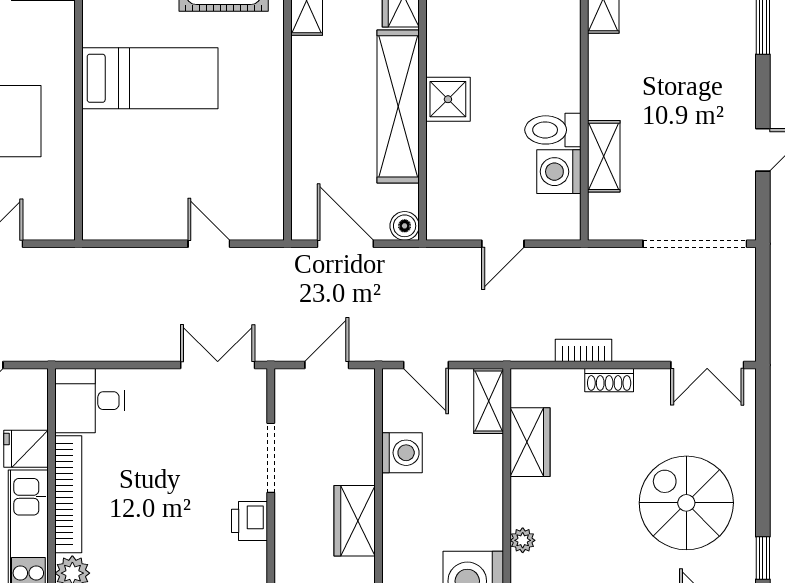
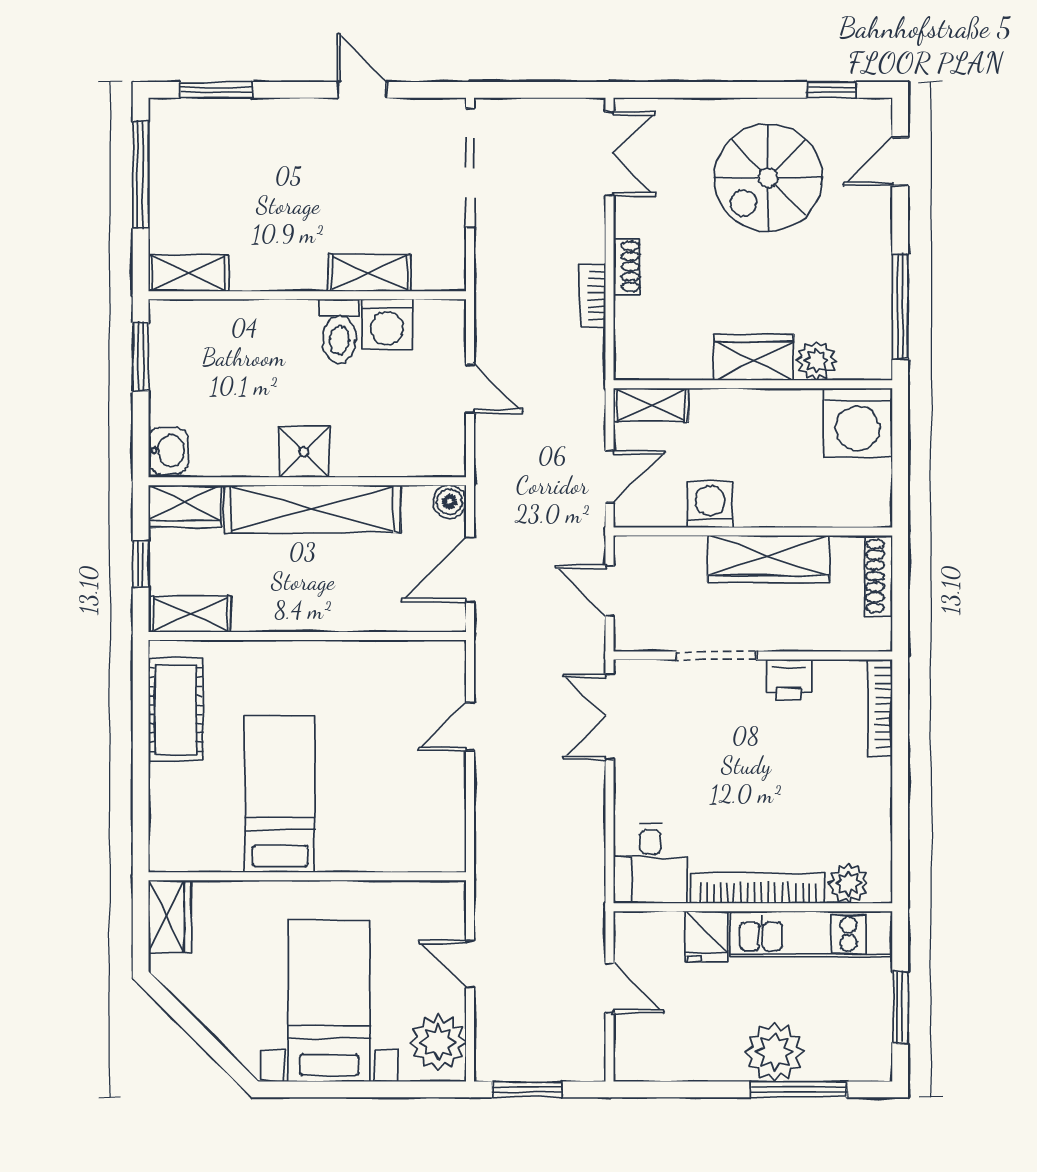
wardrobe: (530, 442) -> (754, 357), moved
wardrobe: (355, 521) -> (768, 559), width x1.50
plant: (523, 540) -> (816, 361), width x1.38, depth x1.38

